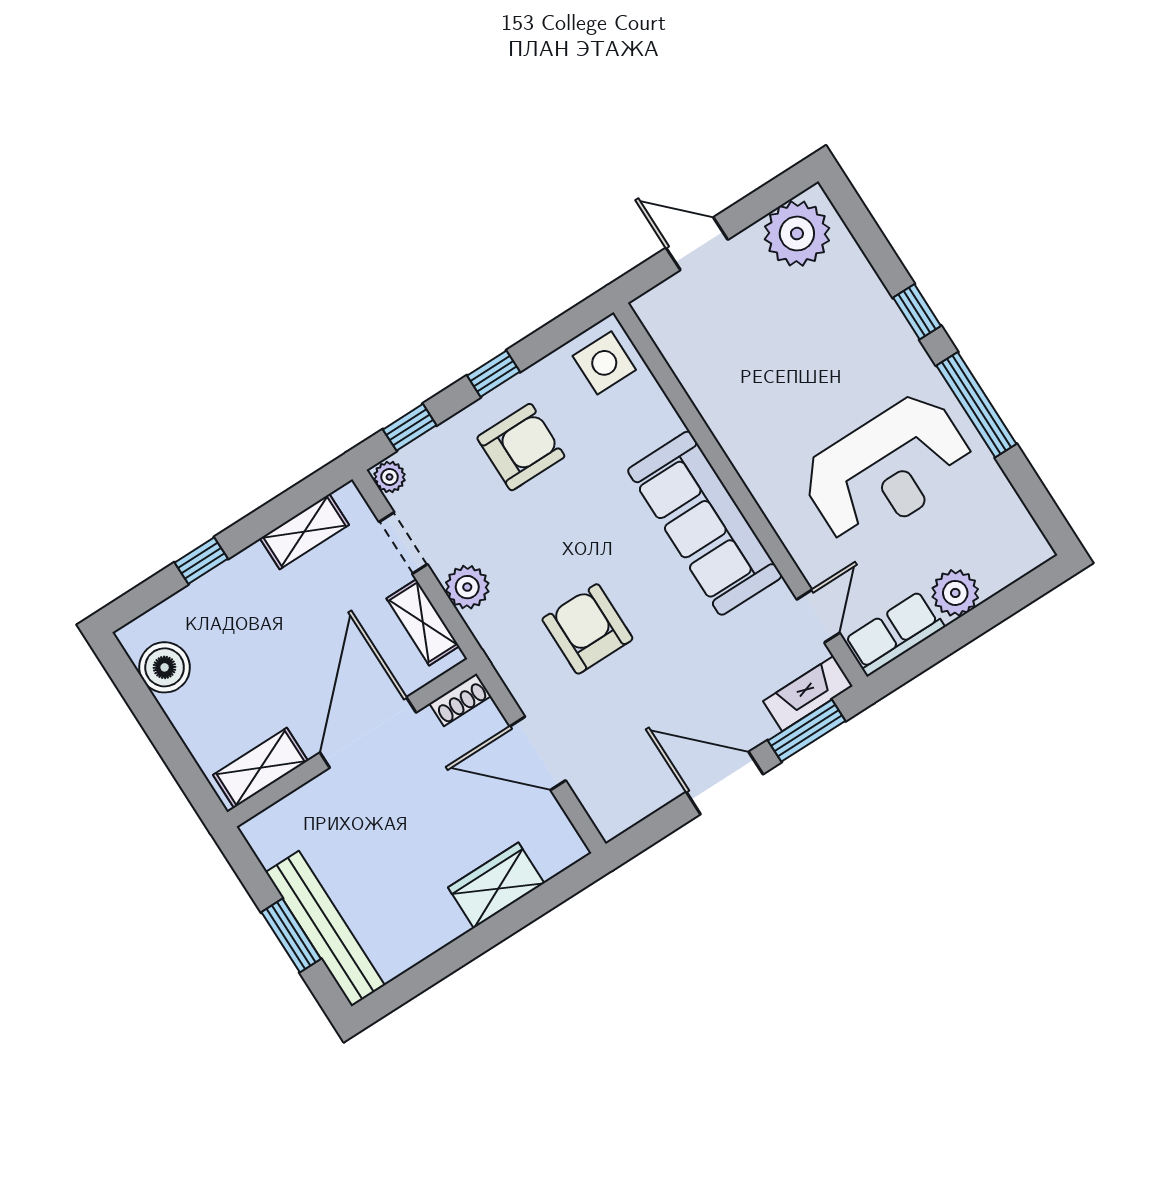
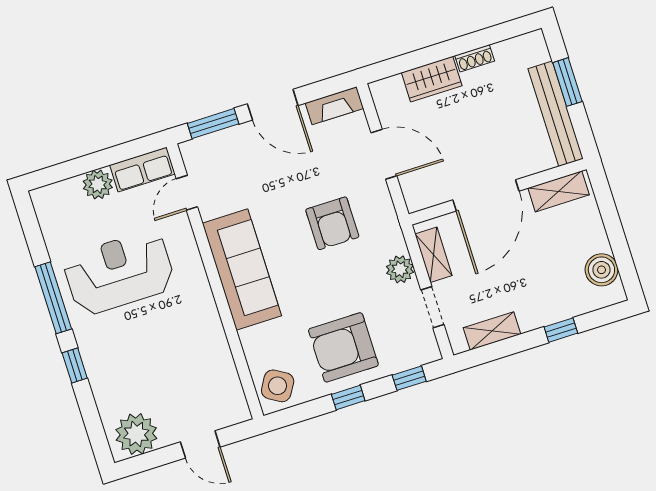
side table: (604, 363) -> (278, 386), turned 31
armchair: (521, 447) -> (343, 347), width x1.36, depth x1.36
plant: (390, 477) -> (430, 351), removed
fireplace: (808, 694) -> (334, 106), moved
shoe rack: (460, 700) -> (475, 58), moved, turned 180
bench: (325, 929) -> (556, 114), moved

